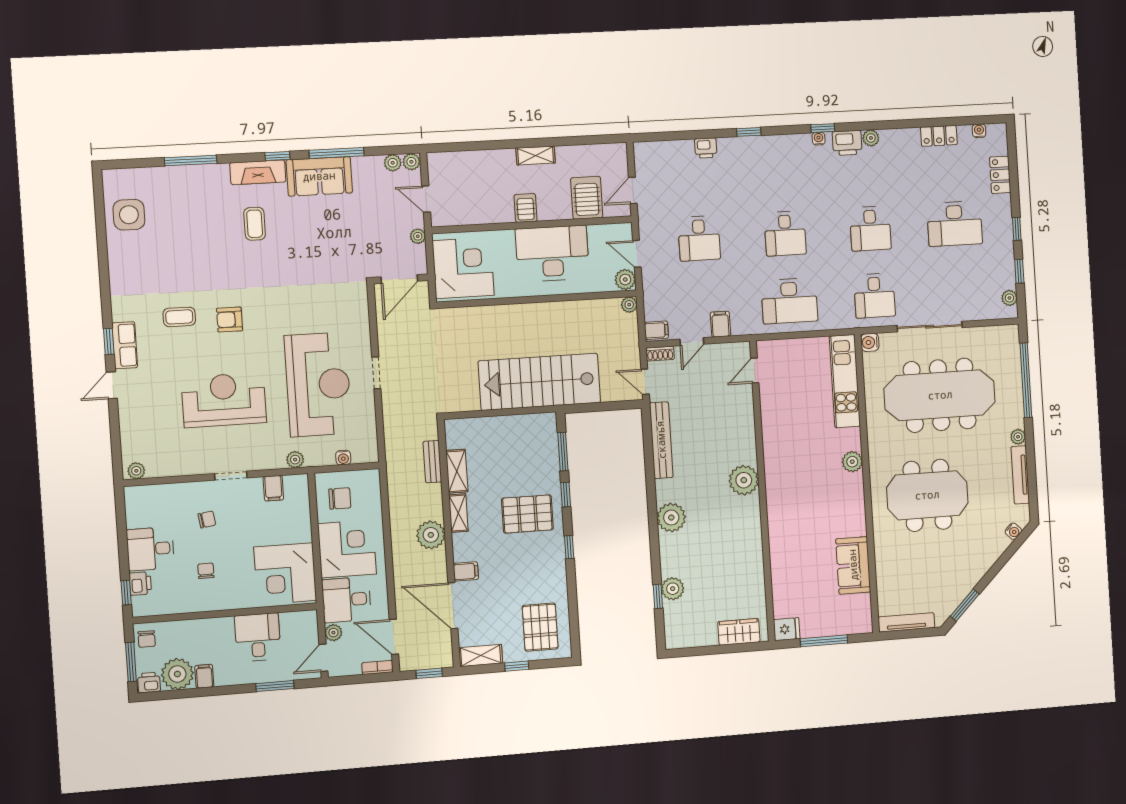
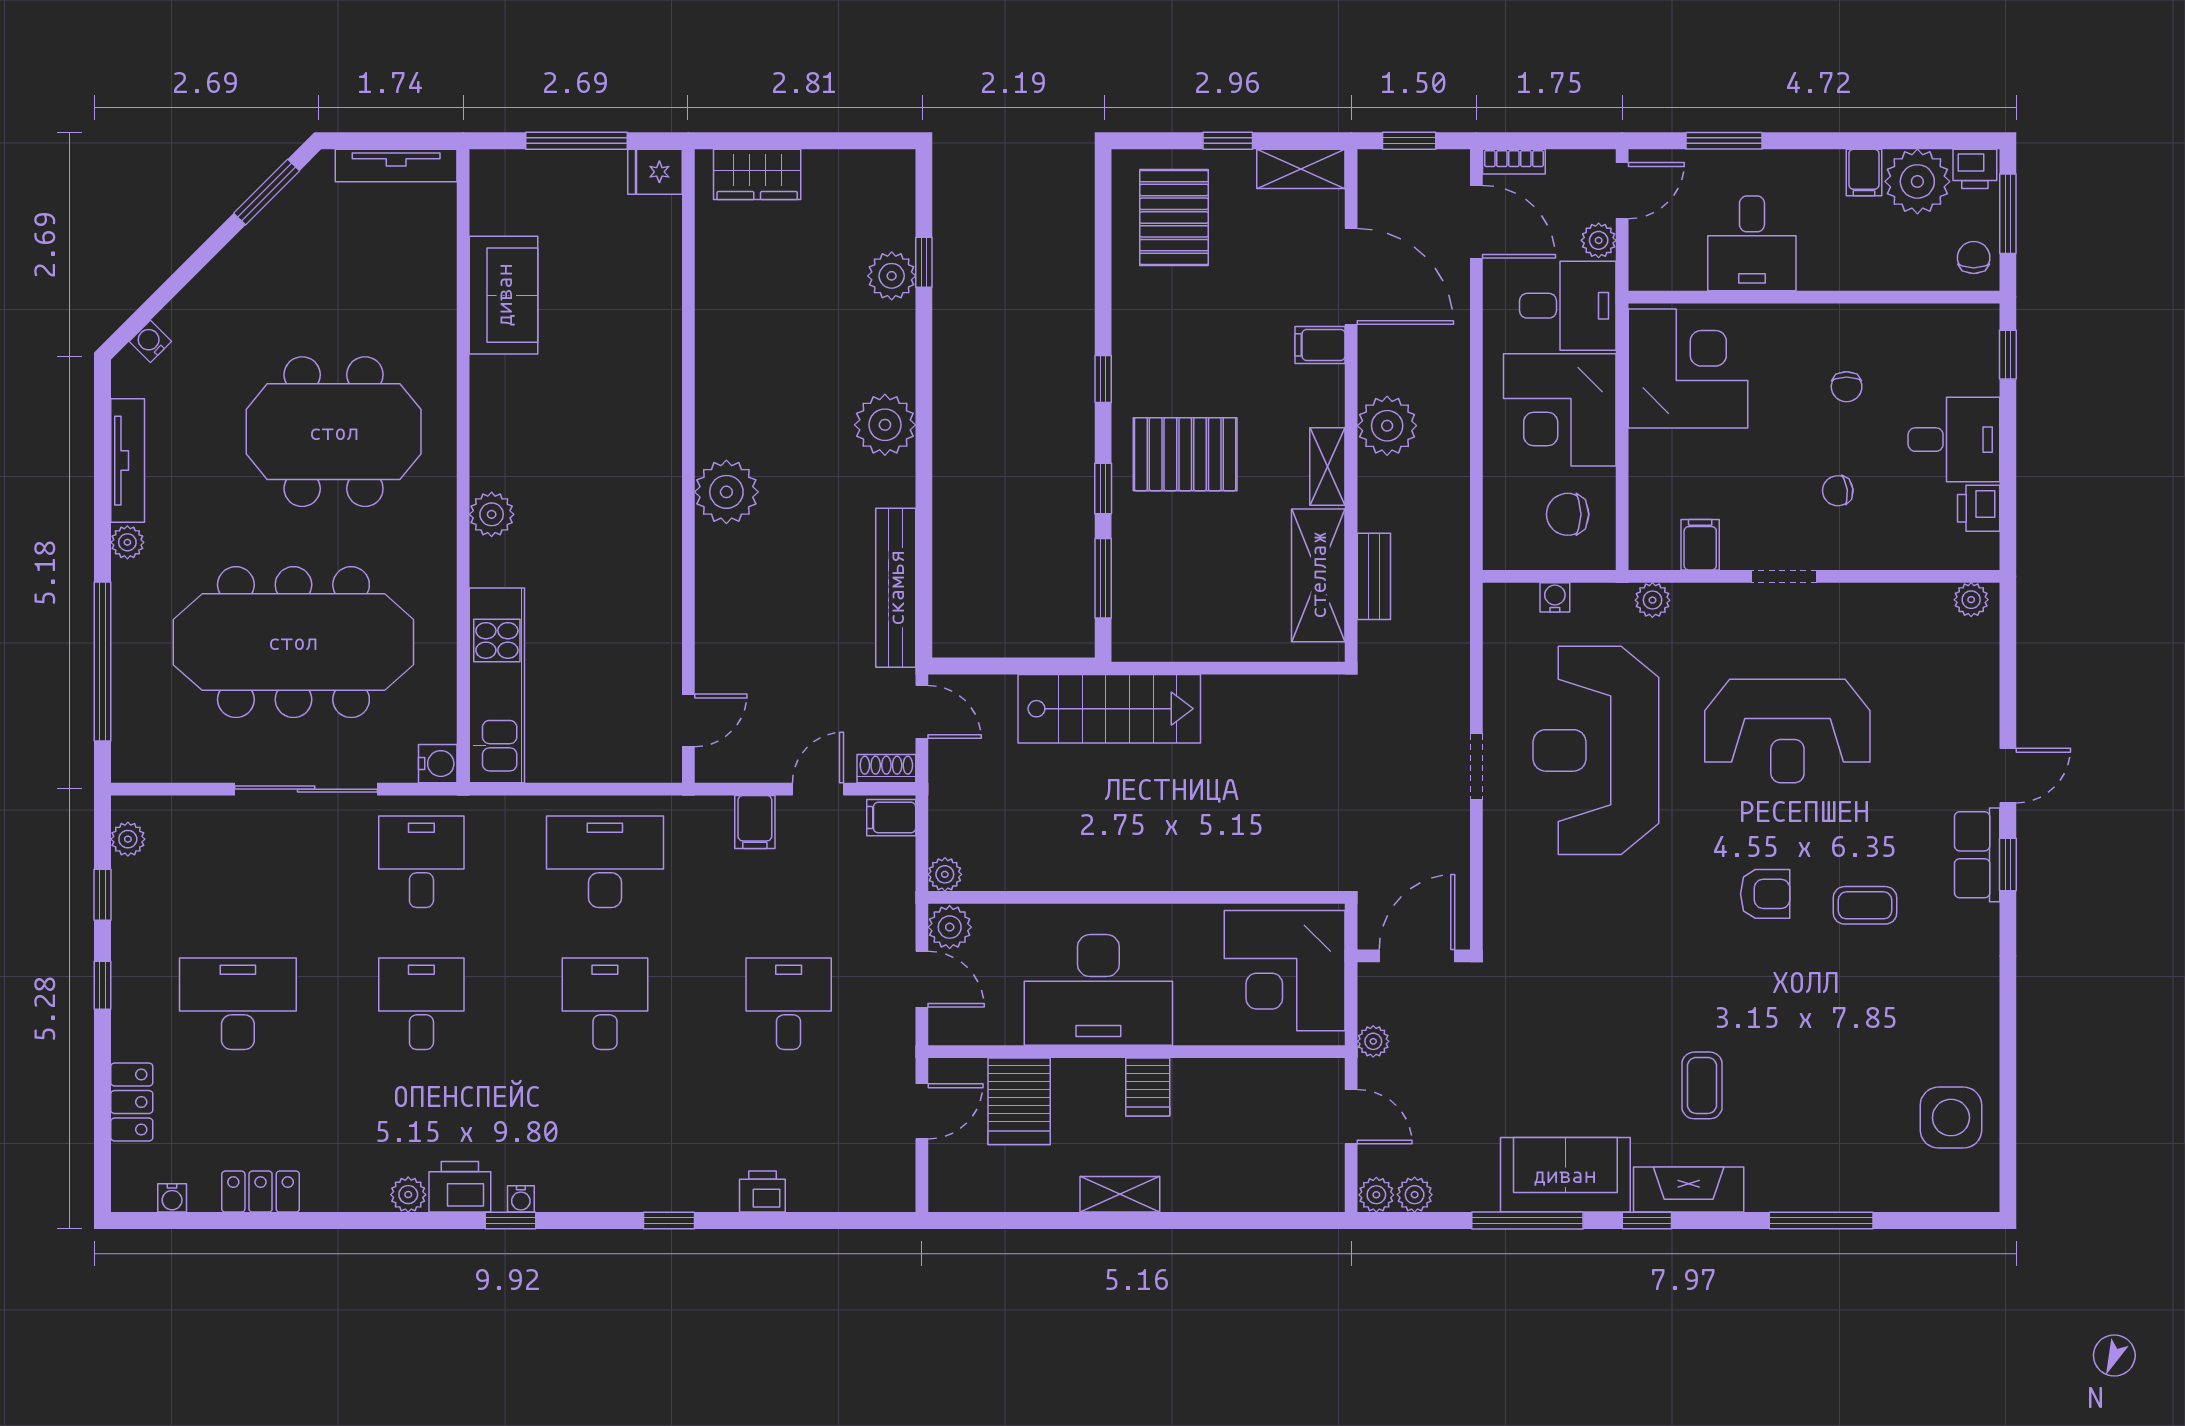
stairs: (539, 382) -> (1109, 709), width x0.73, depth x0.66
shelving: (457, 471) -> (1318, 575), width x1.50, depth x1.33
printer: (140, 584) -> (1979, 508), moved

